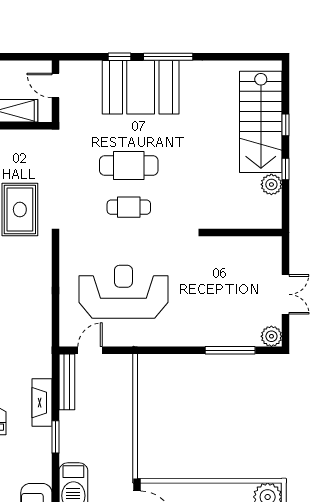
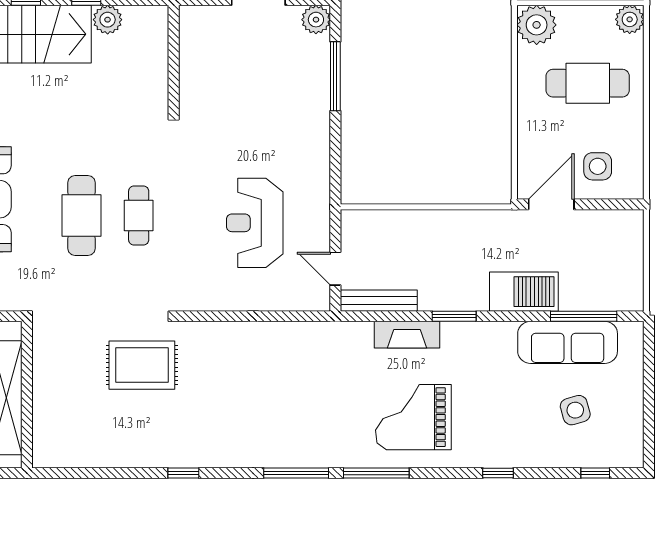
reception desk: (123, 292) -> (255, 223), width x0.74, depth x0.77

